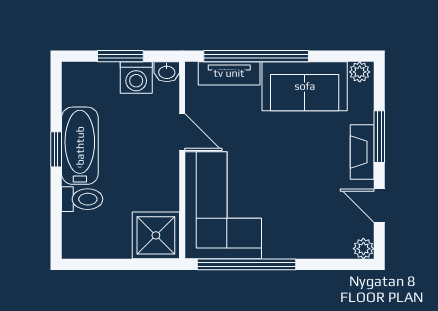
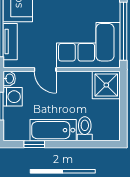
door: (182, 132) -> (45, 69), swing flipped
window: (56, 149) -> (34, 144), moved

